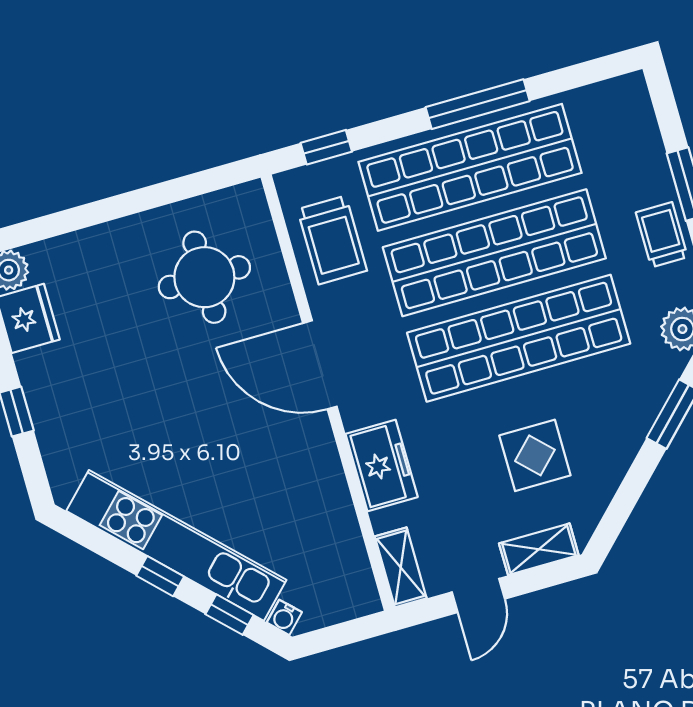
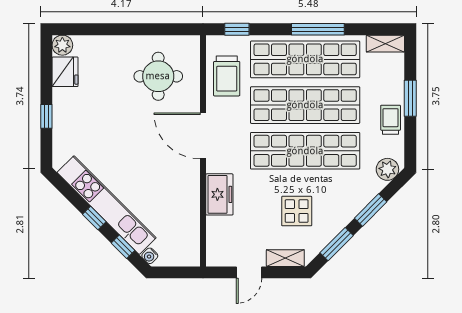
window: (627, 496) -> (337, 244), added
shelving: (401, 567) -> (385, 44), moved, turned 90

